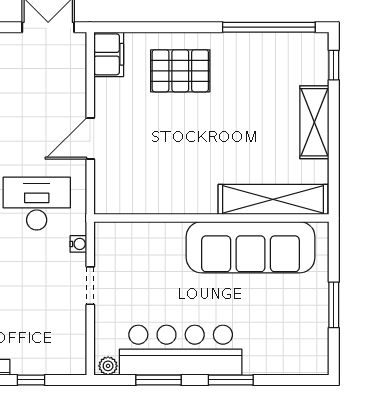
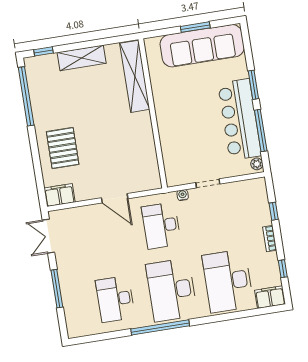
sofa: (251, 247) -> (202, 46), moved, turned 90
window: (158, 380) -> (261, 130), width x1.44

